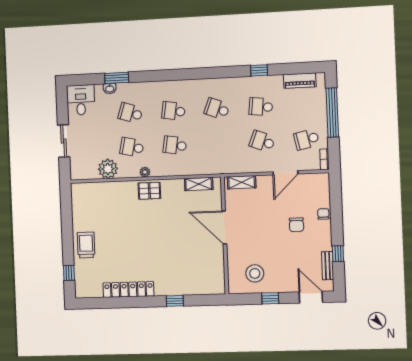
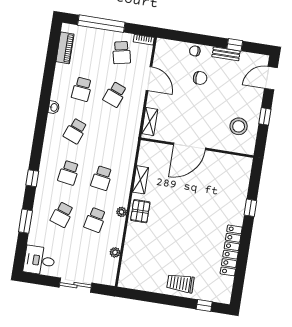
window: (259, 70) -> (32, 178), moved
washbasin: (110, 89) -> (54, 107), moved
plant: (108, 169) -> (115, 252), width x0.53, depth x0.53
shelving: (199, 184) -> (141, 180), moved
bench: (328, 266) -> (226, 54), moved

